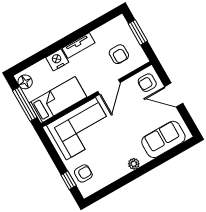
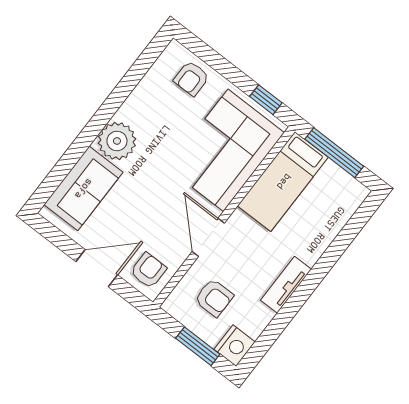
armchair: (119, 54) -> (214, 298), turned 180
nightstand: (57, 60) -> (235, 346), moved
floor lamp: (25, 82) -> (349, 189), removed
plant: (134, 164) -> (117, 141), width x1.88, depth x1.88
window: (69, 180) -> (266, 100), moved

